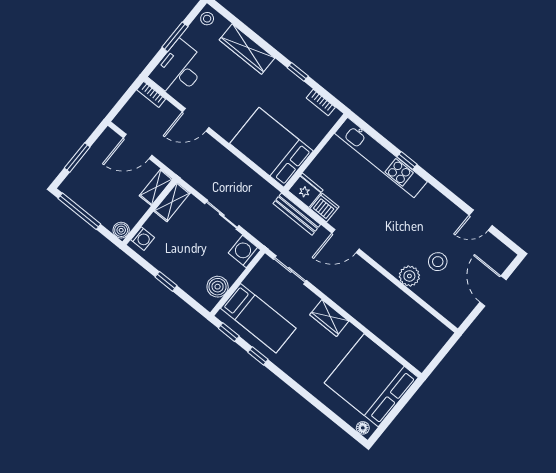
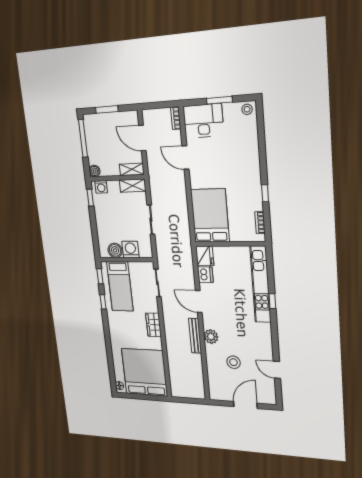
wardrobe: (247, 49) -> (251, 150), removed
bench: (297, 214) -> (195, 336), moved
washing machine: (244, 252) -> (130, 250), moved
plant: (409, 276) -> (211, 337), moved
window: (166, 281) -> (90, 198), moved

